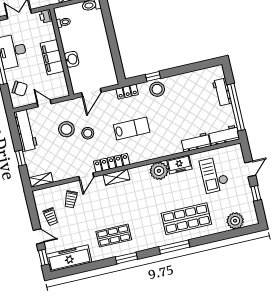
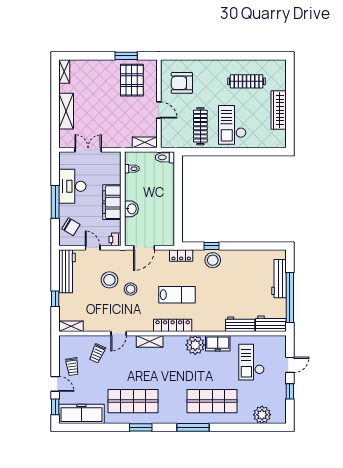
printer: (46, 16) -> (115, 239), moved
workbench: (222, 92) -> (279, 279), width x1.38
locker: (112, 163) -> (173, 325), moved
shop shelf: (114, 236) -> (133, 401), width x1.43, depth x1.36

